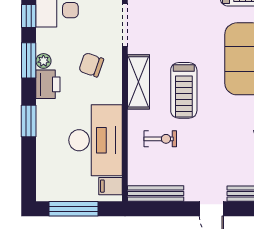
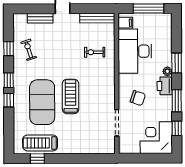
plant: (43, 61) -> (167, 71), moved
shelving: (139, 82) -> (108, 88), removed
treadmill: (184, 90) -> (71, 96), moved

